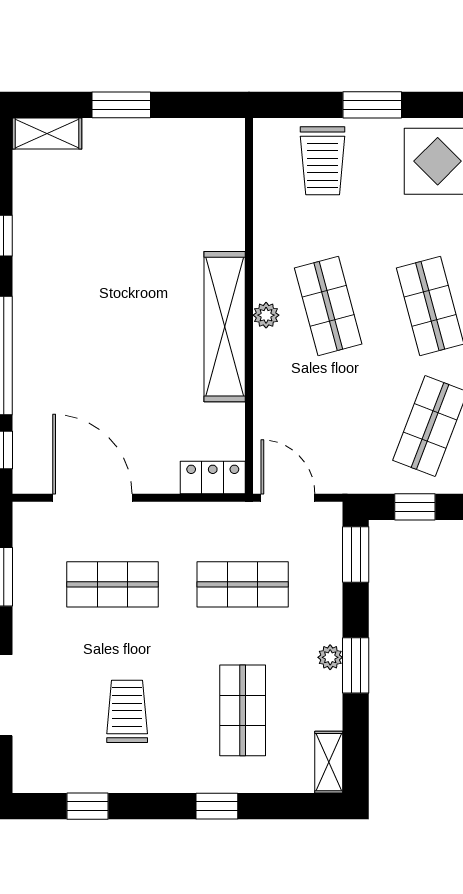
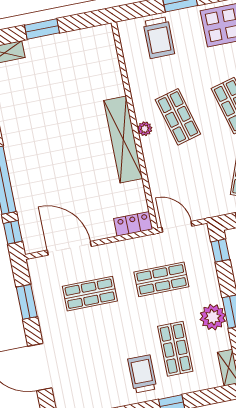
window: (356, 555) -> (220, 251), width x0.67
plant: (330, 657) -> (213, 317), width x1.87, depth x1.87
trolley: (127, 711) -> (142, 374), moved

